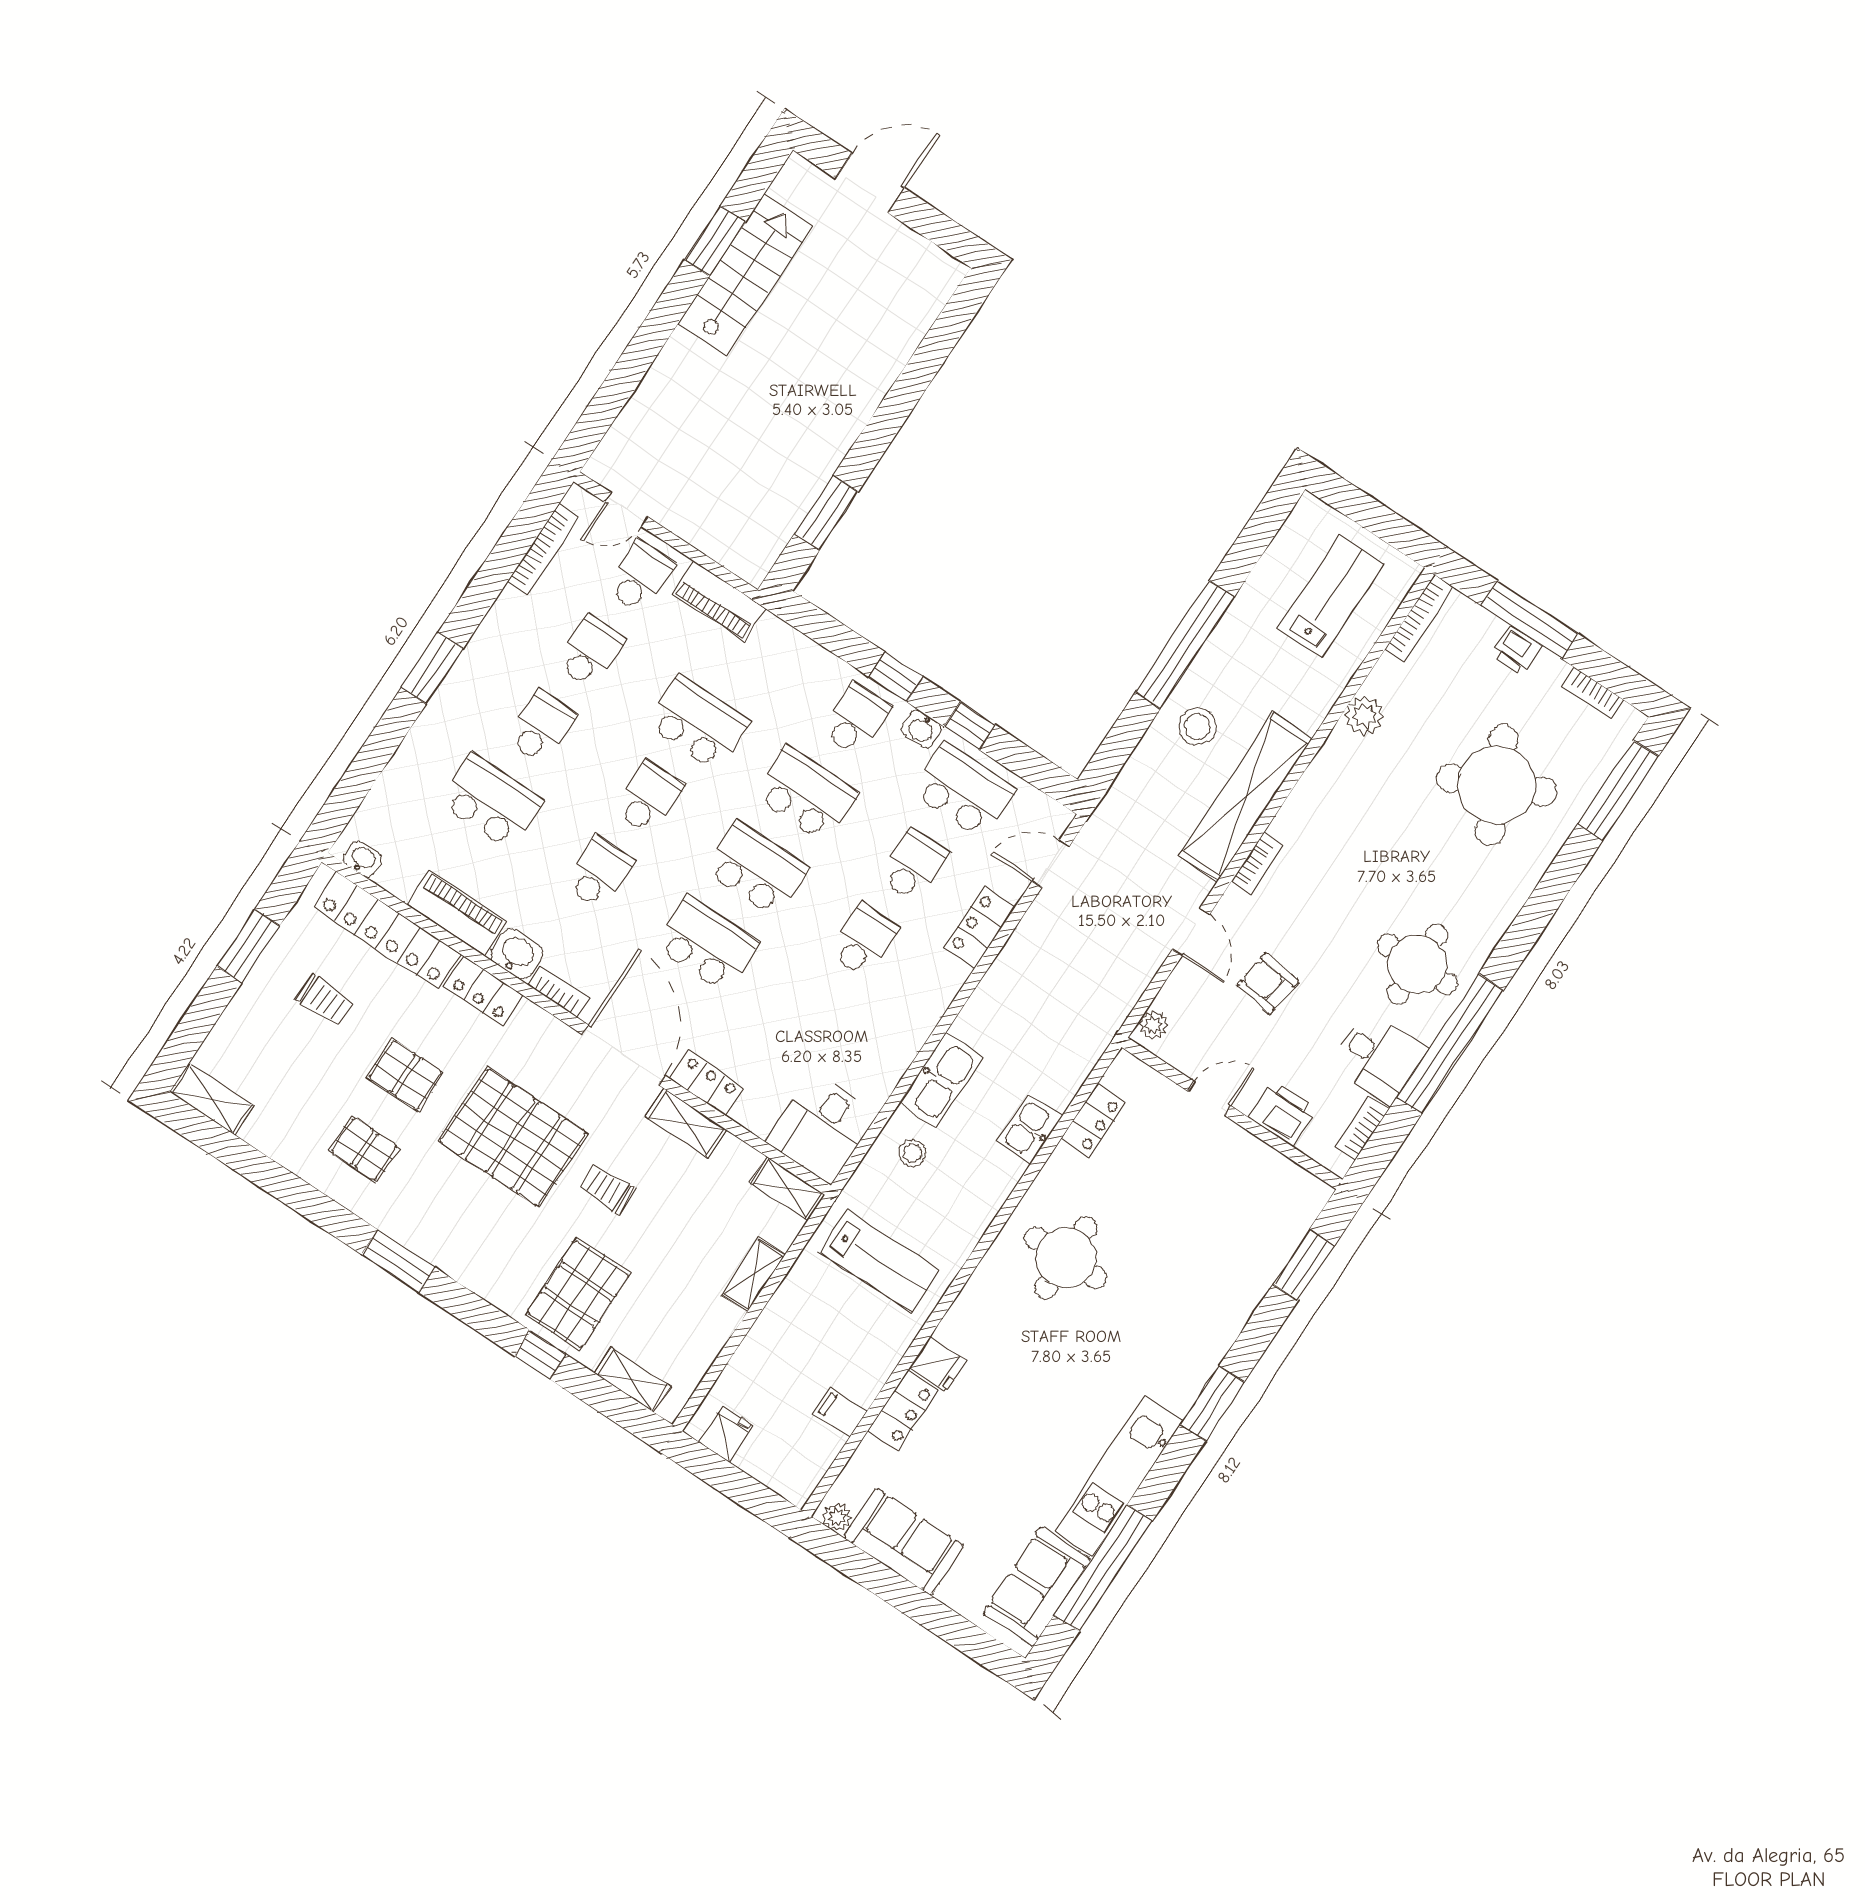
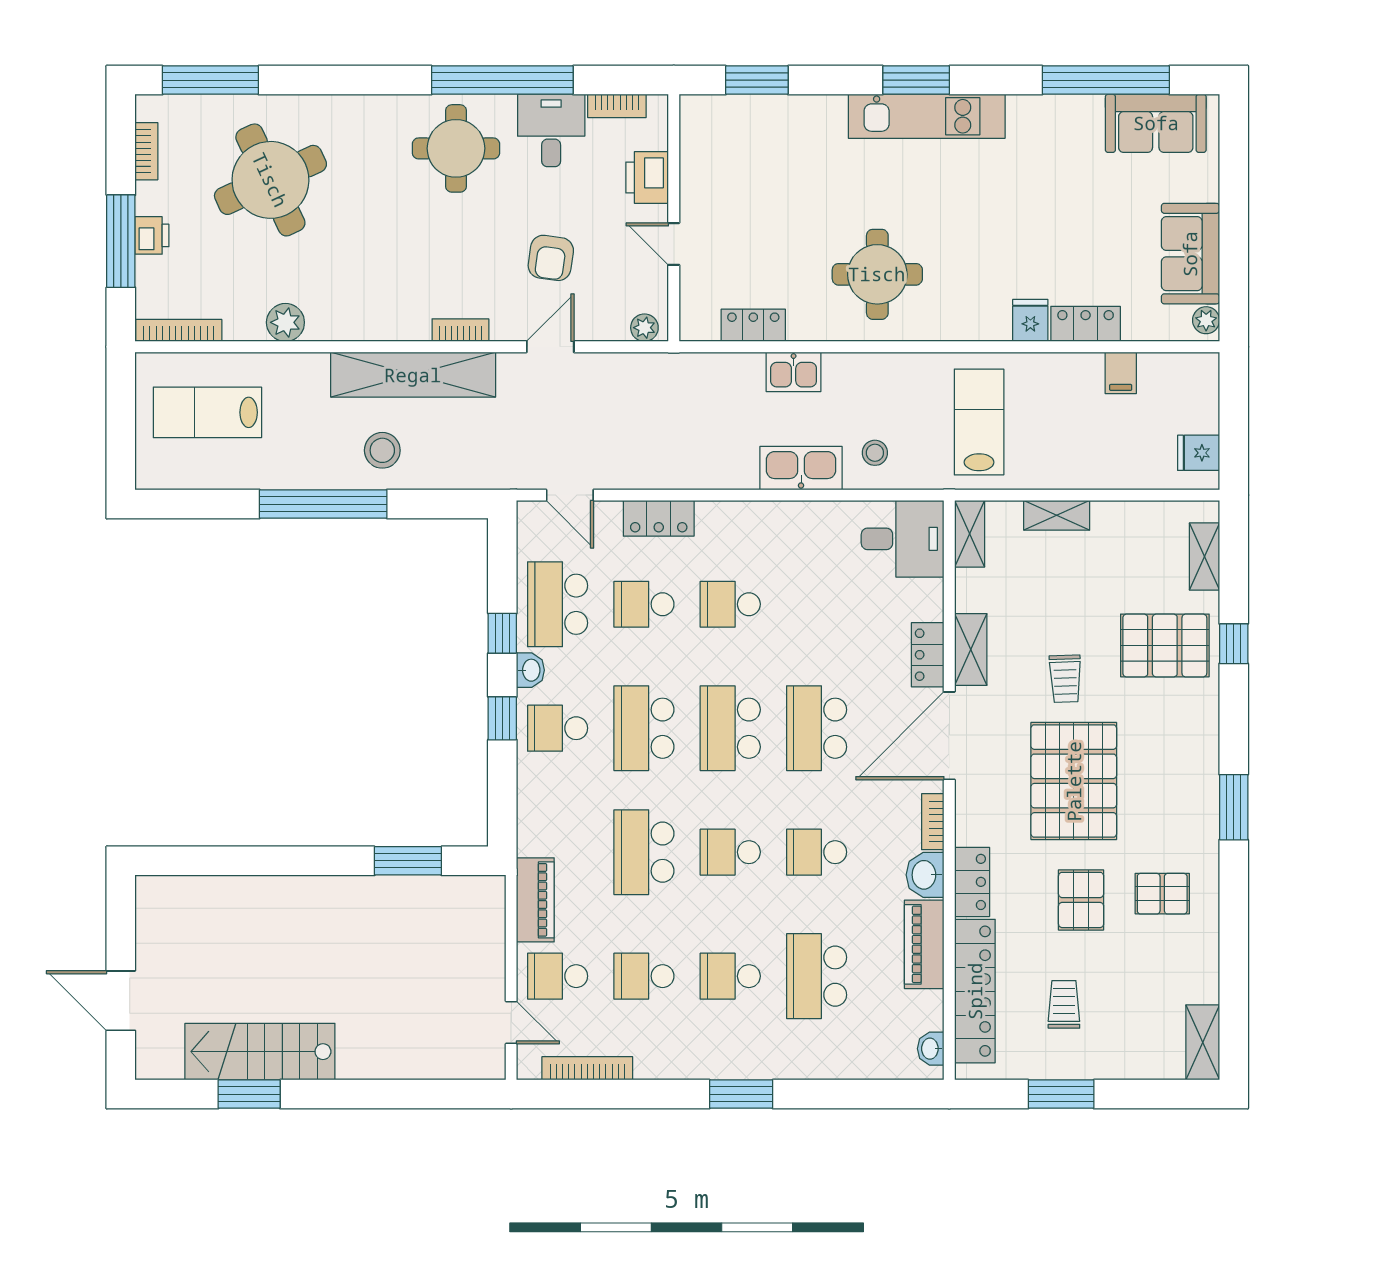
pallet: (364, 1149) -> (1162, 894), turned 90
kitchen unit: (1119, 1476) -> (927, 116), moved

